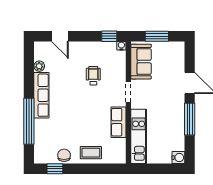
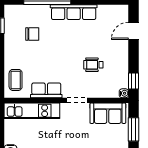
plant: (39, 66) -> (103, 10), removed
wheelchair: (93, 76) -> (93, 65), turned 180
coffee table: (91, 153) -> (16, 80), moved
chair: (64, 155) -> (32, 34), moved

